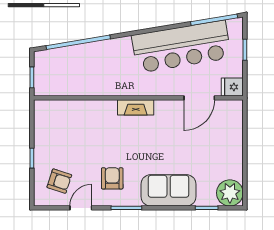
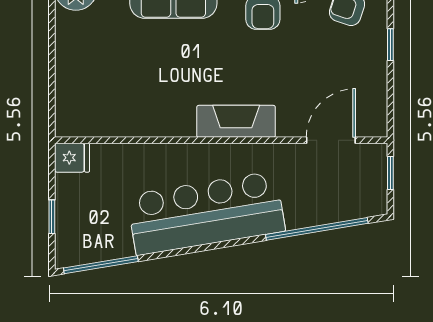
bar counter: (181, 47) -> (206, 213), moved
door: (199, 98) -> (331, 140), moved
fireplace: (136, 107) -> (236, 121), width x1.37, depth x1.32

